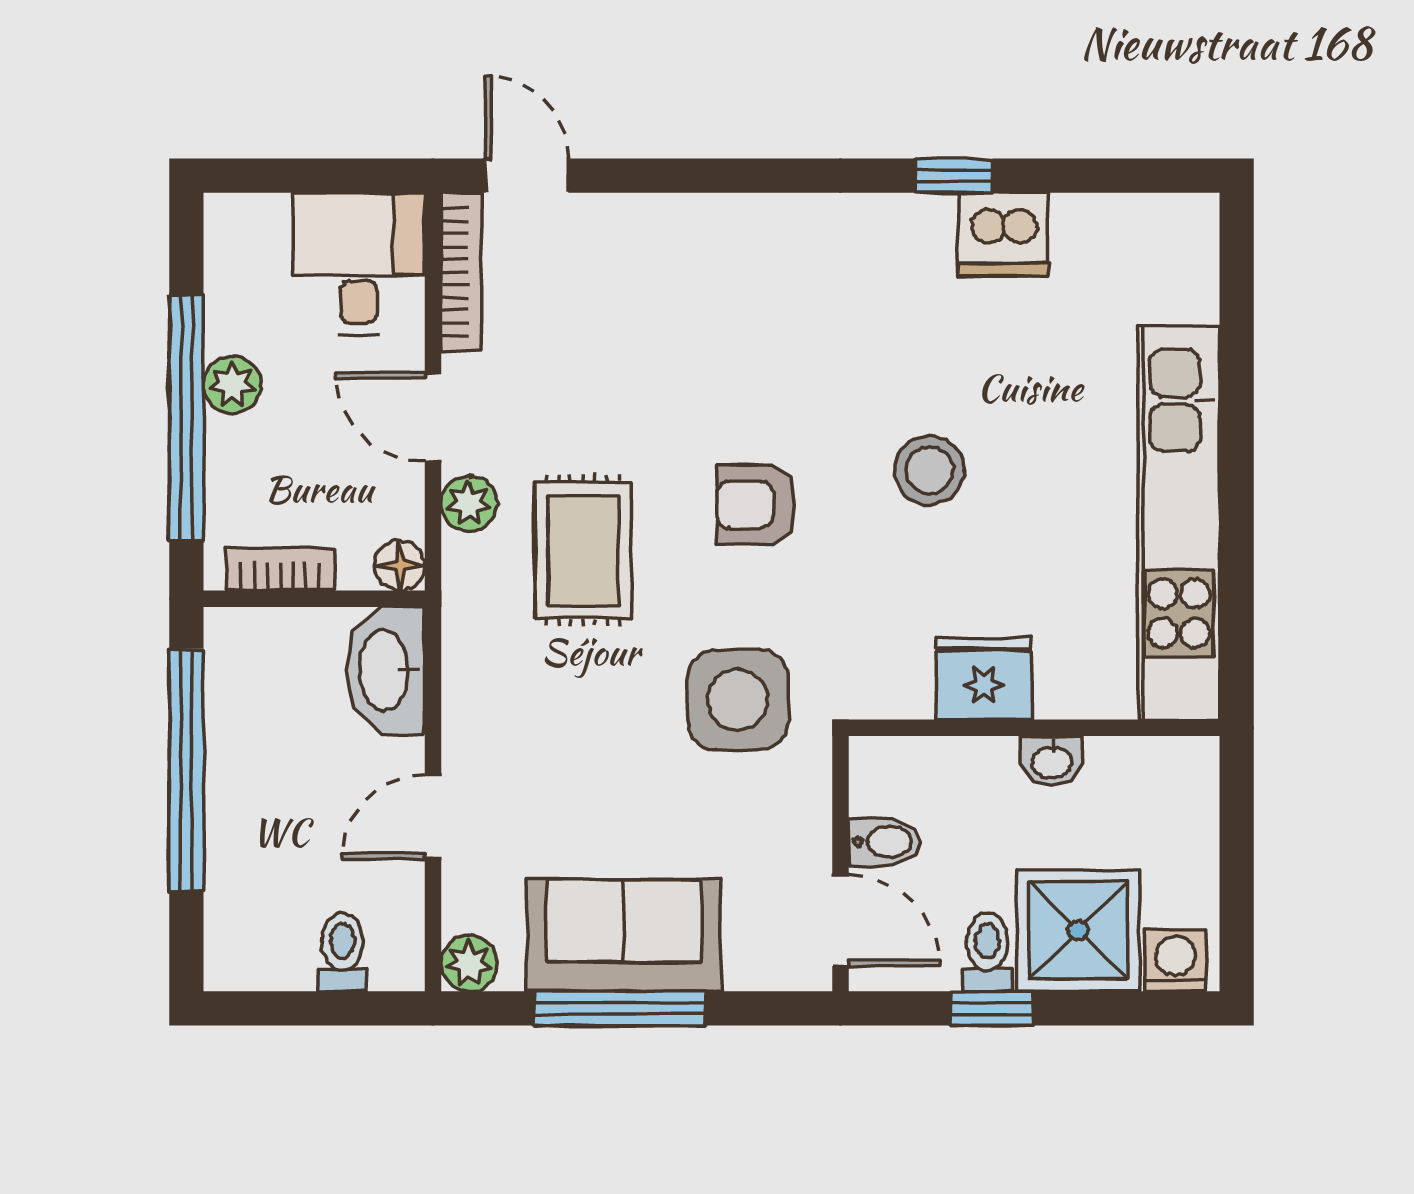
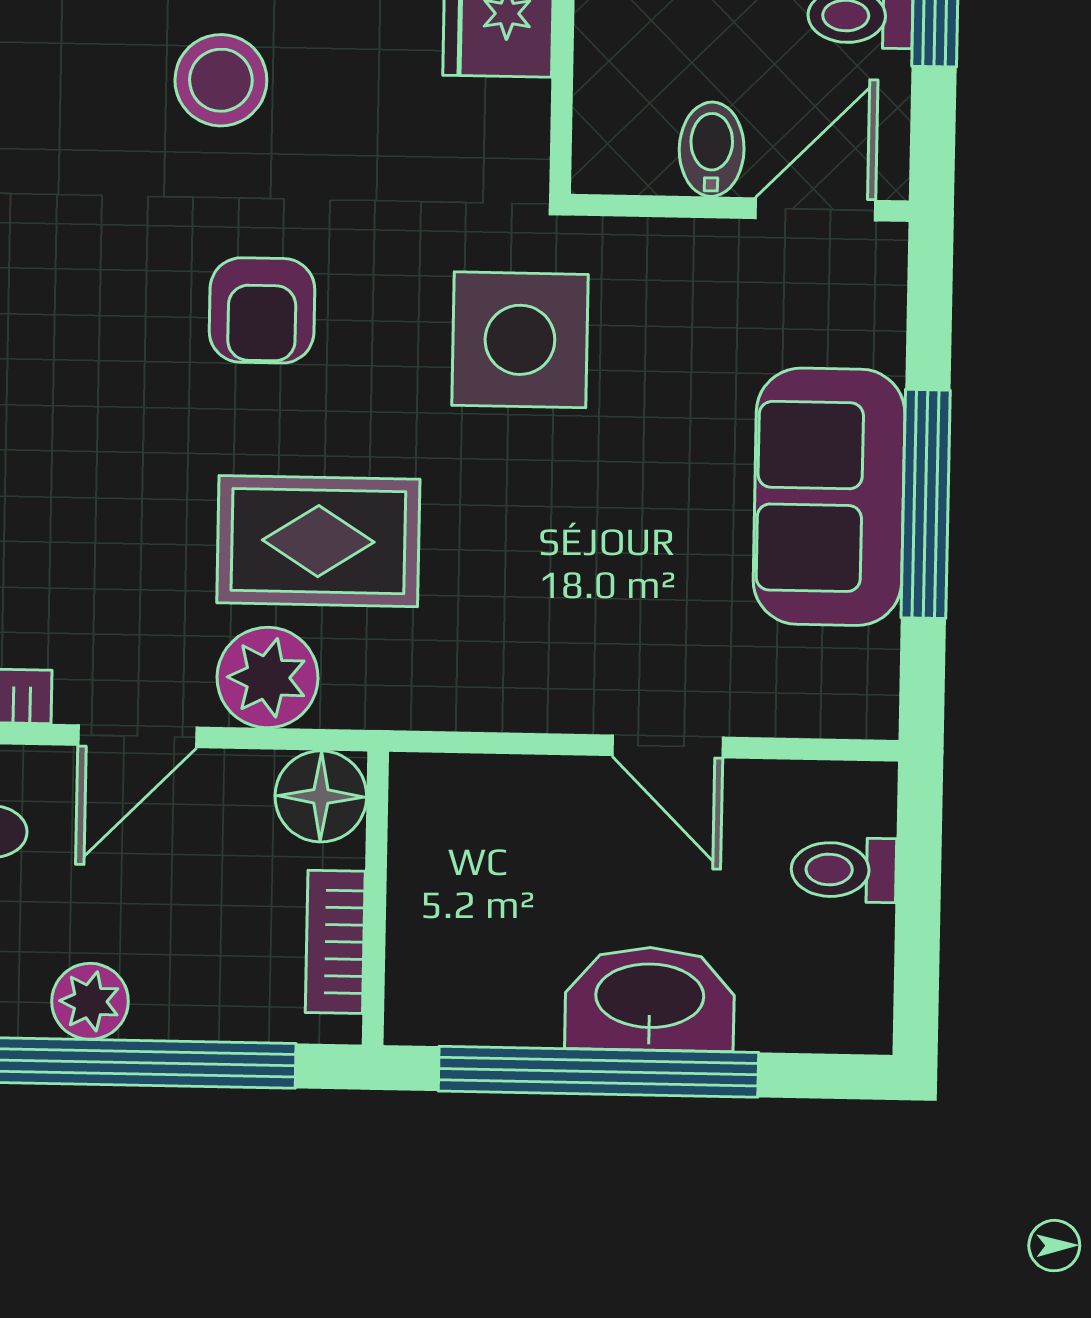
plant: (469, 504) -> (268, 678), width x1.38, depth x1.38
floor lamp: (400, 565) -> (321, 796), width x1.37, depth x1.37
washbasin: (386, 670) -> (650, 999), moved, turned 180
plant: (469, 963) -> (862, 702), removed

